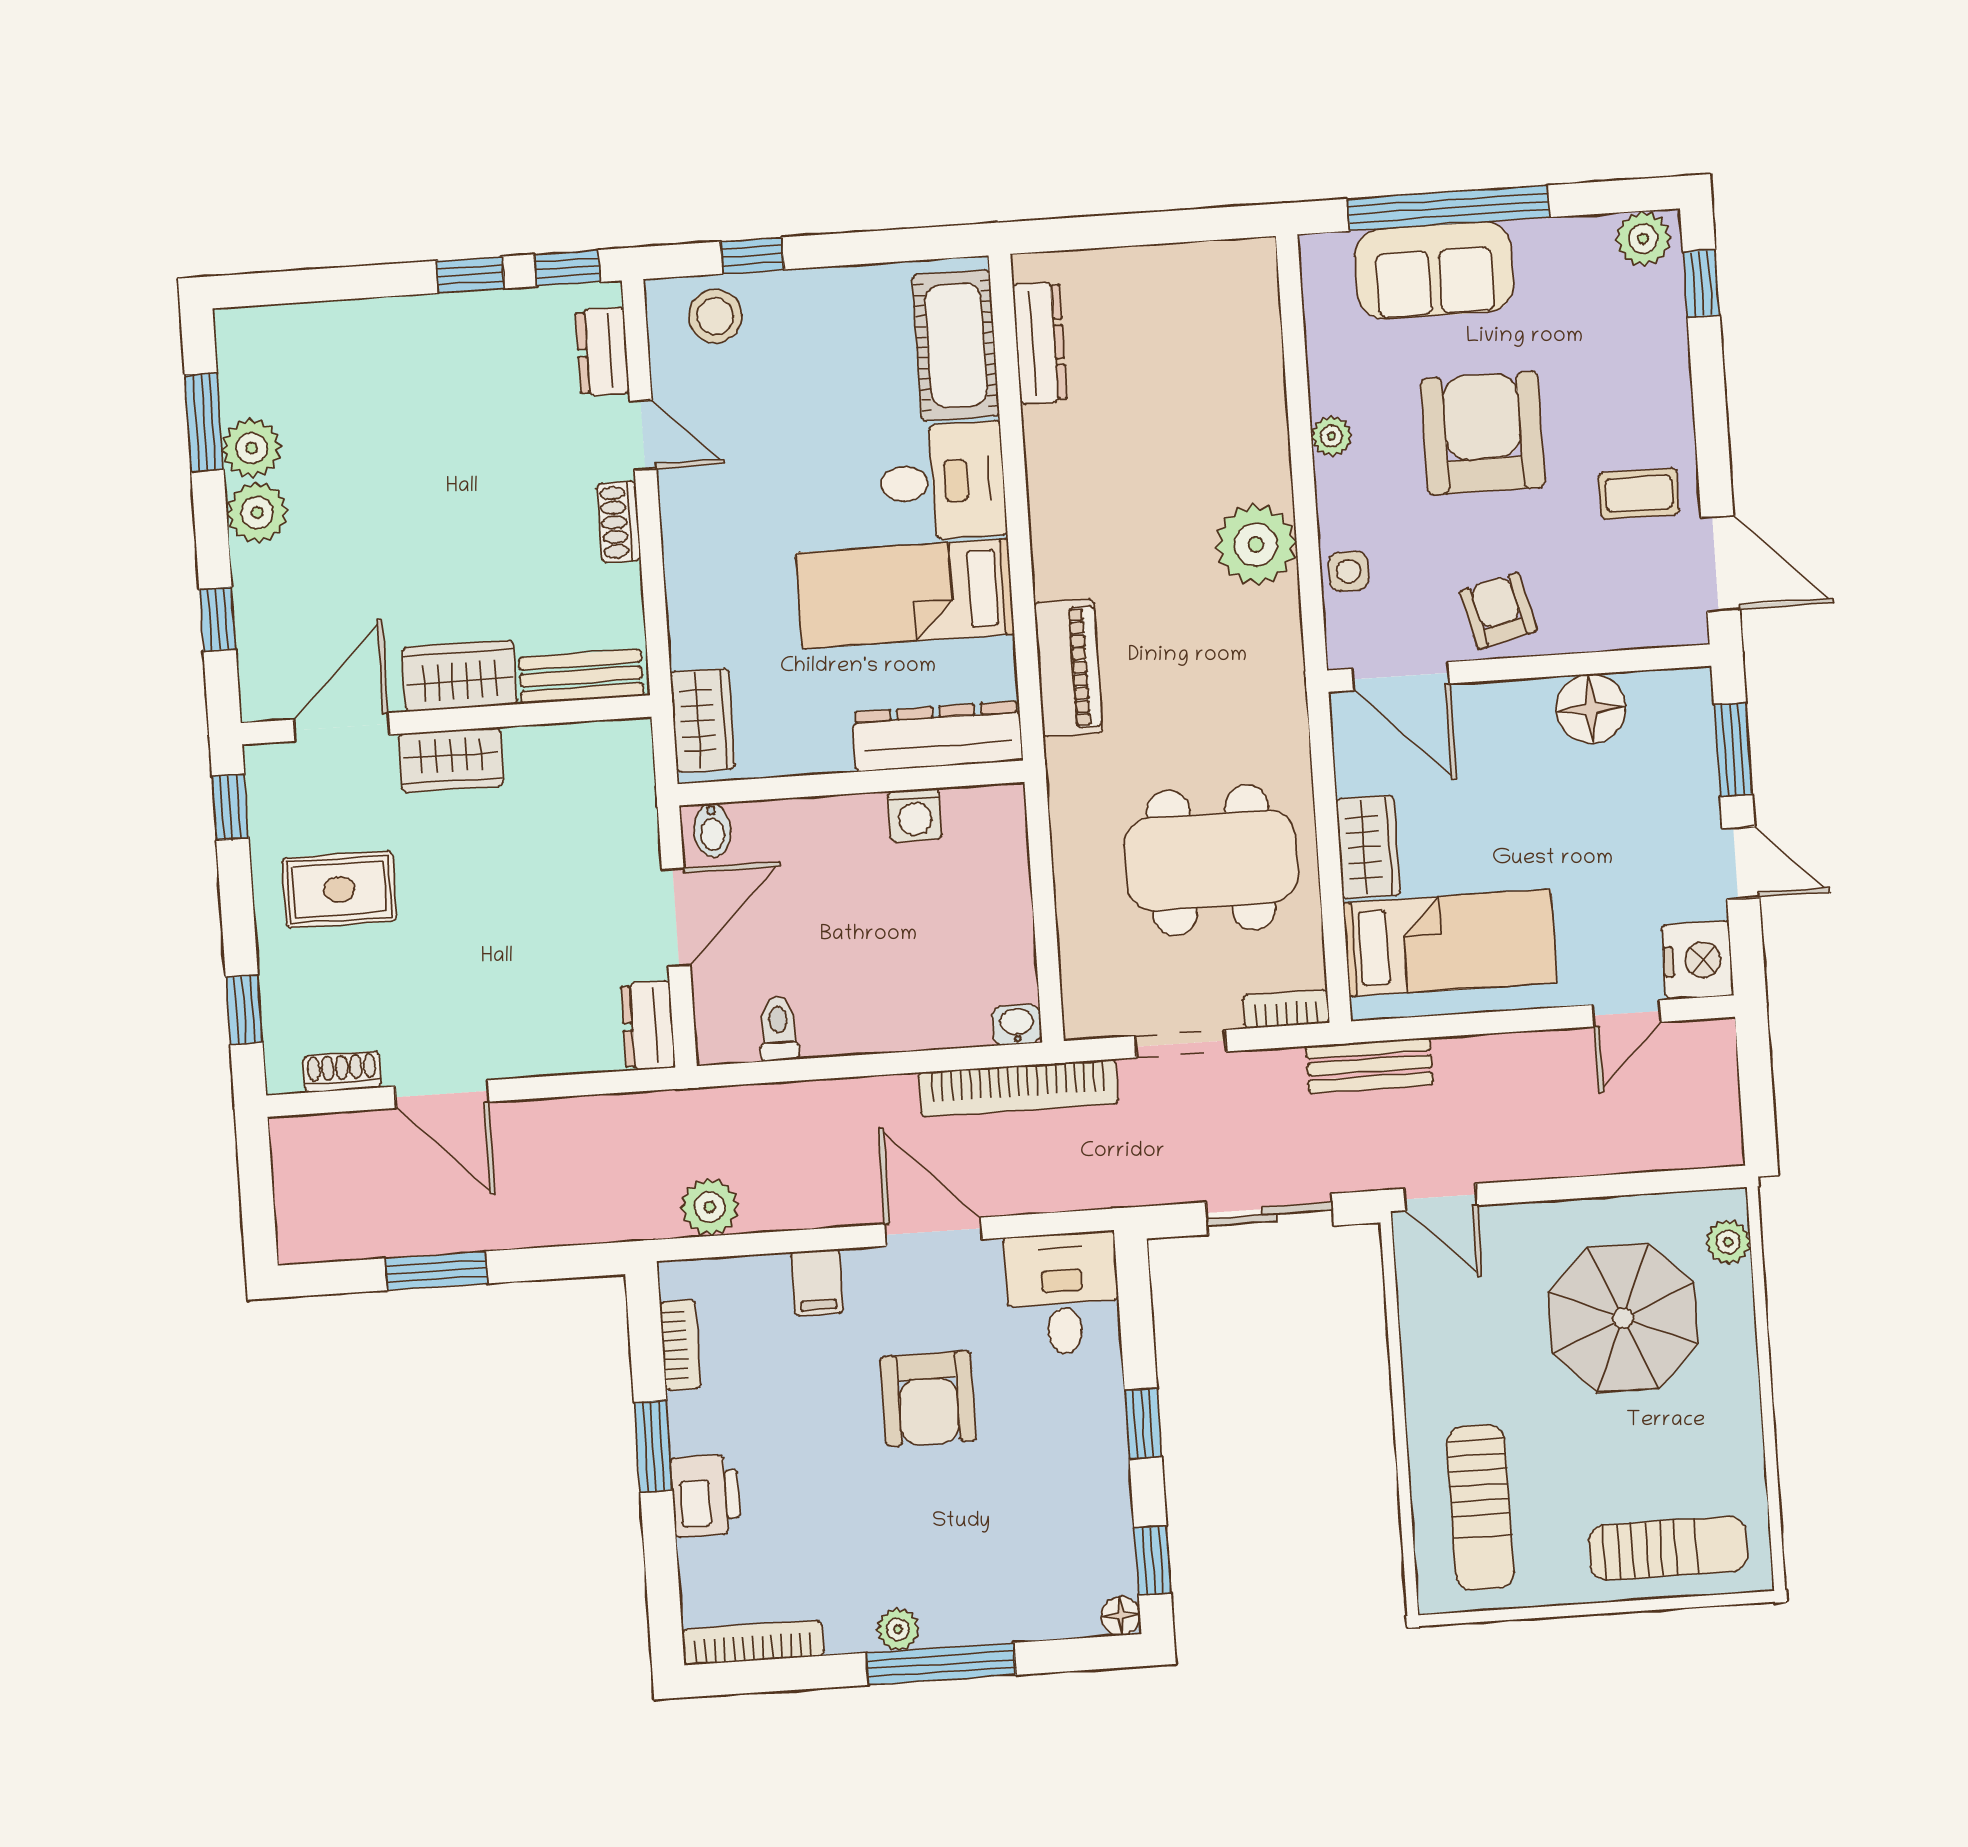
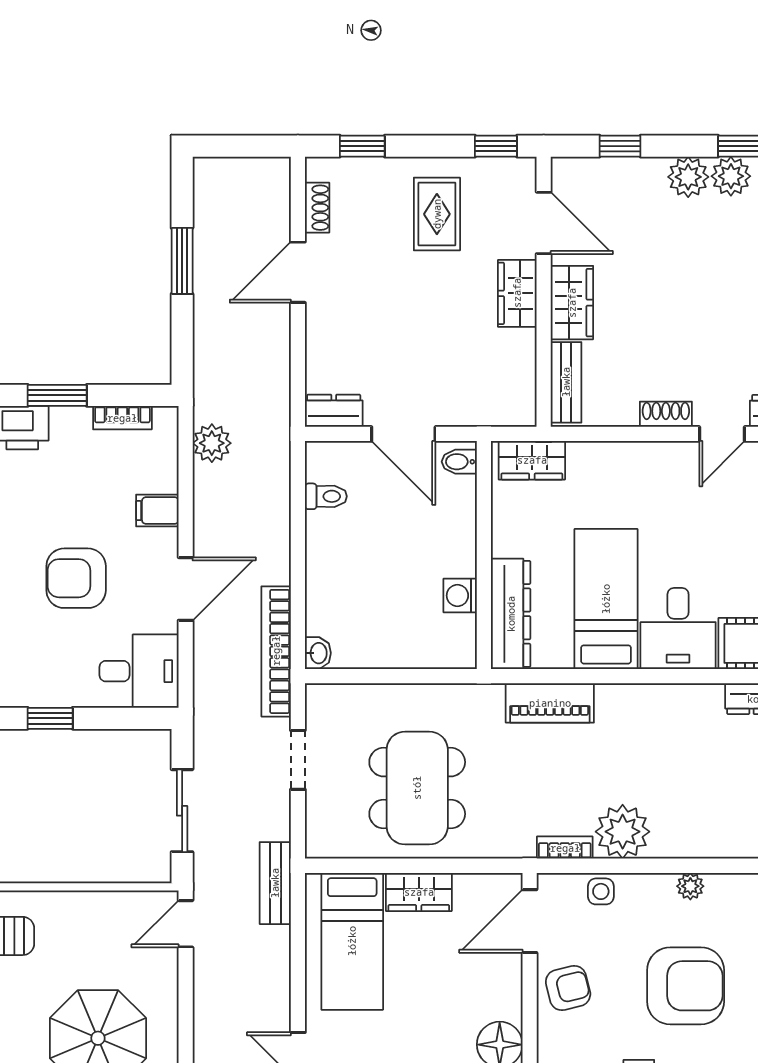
bookcase: (1286, 1009) -> (565, 848), moved, turned -90

